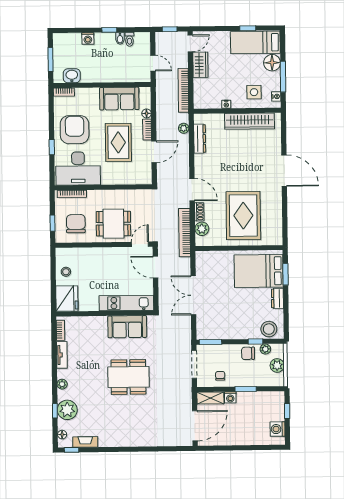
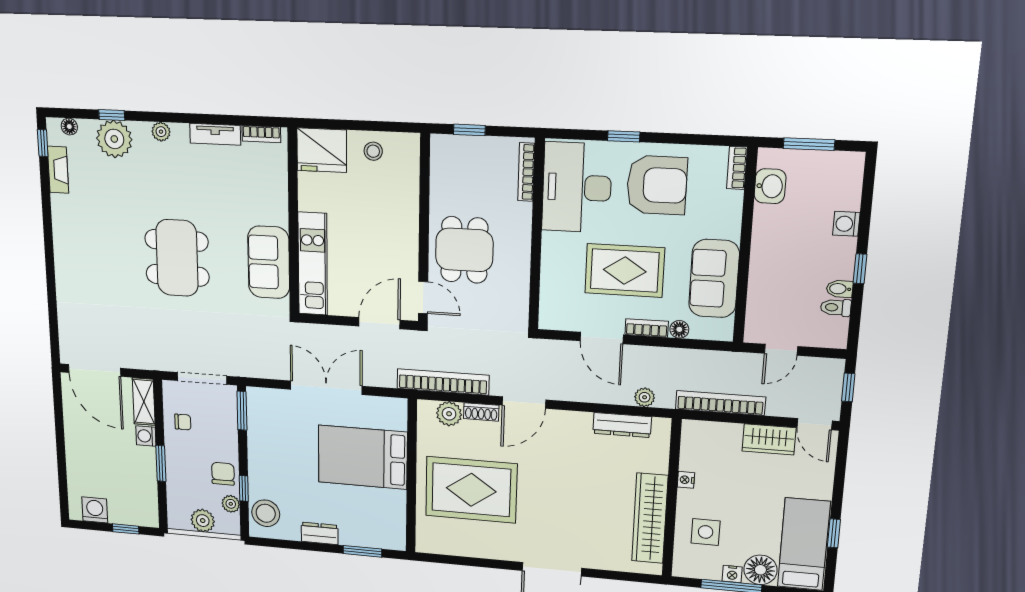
nightstand: (276, 96) -> (732, 574), moved
chair: (76, 224) -> (467, 176), removed
bed: (259, 271) -> (363, 457), moved, turned -90

